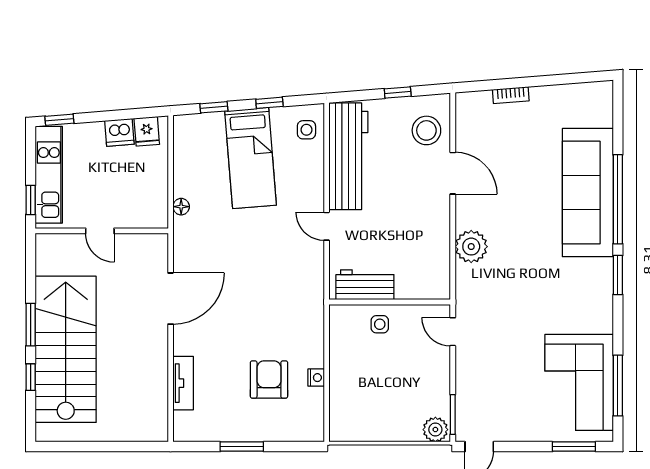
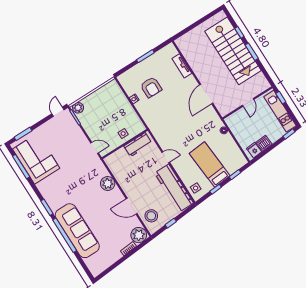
plant: (474, 109) -> (139, 235), added
door: (100, 231) -> (248, 102), swing flipped

